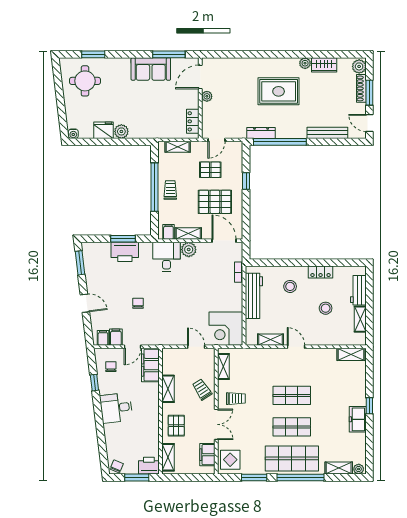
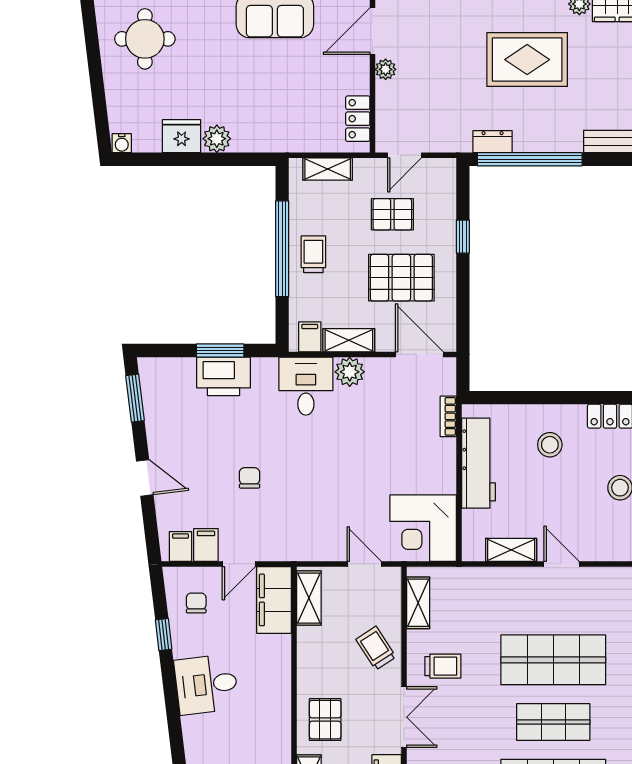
dresser: (261, 133) -> (493, 142), width x0.70
shelving: (168, 389) -> (309, 598), moved
shop shelf: (292, 395) -> (553, 660), width x1.43, depth x1.36

